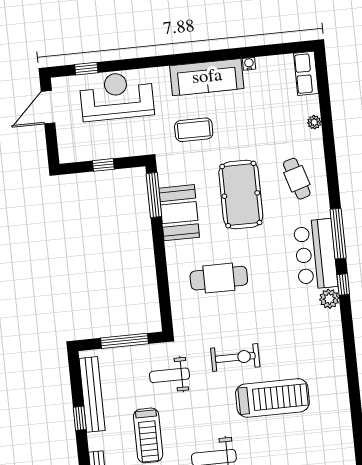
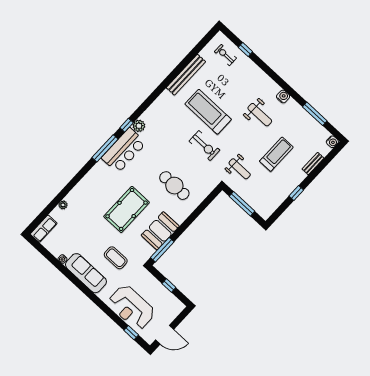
cafe table: (297, 179) -> (96, 190), removed
exercise bike: (235, 357) -> (205, 146), turned 180
bench: (92, 394) -> (186, 75), moved

